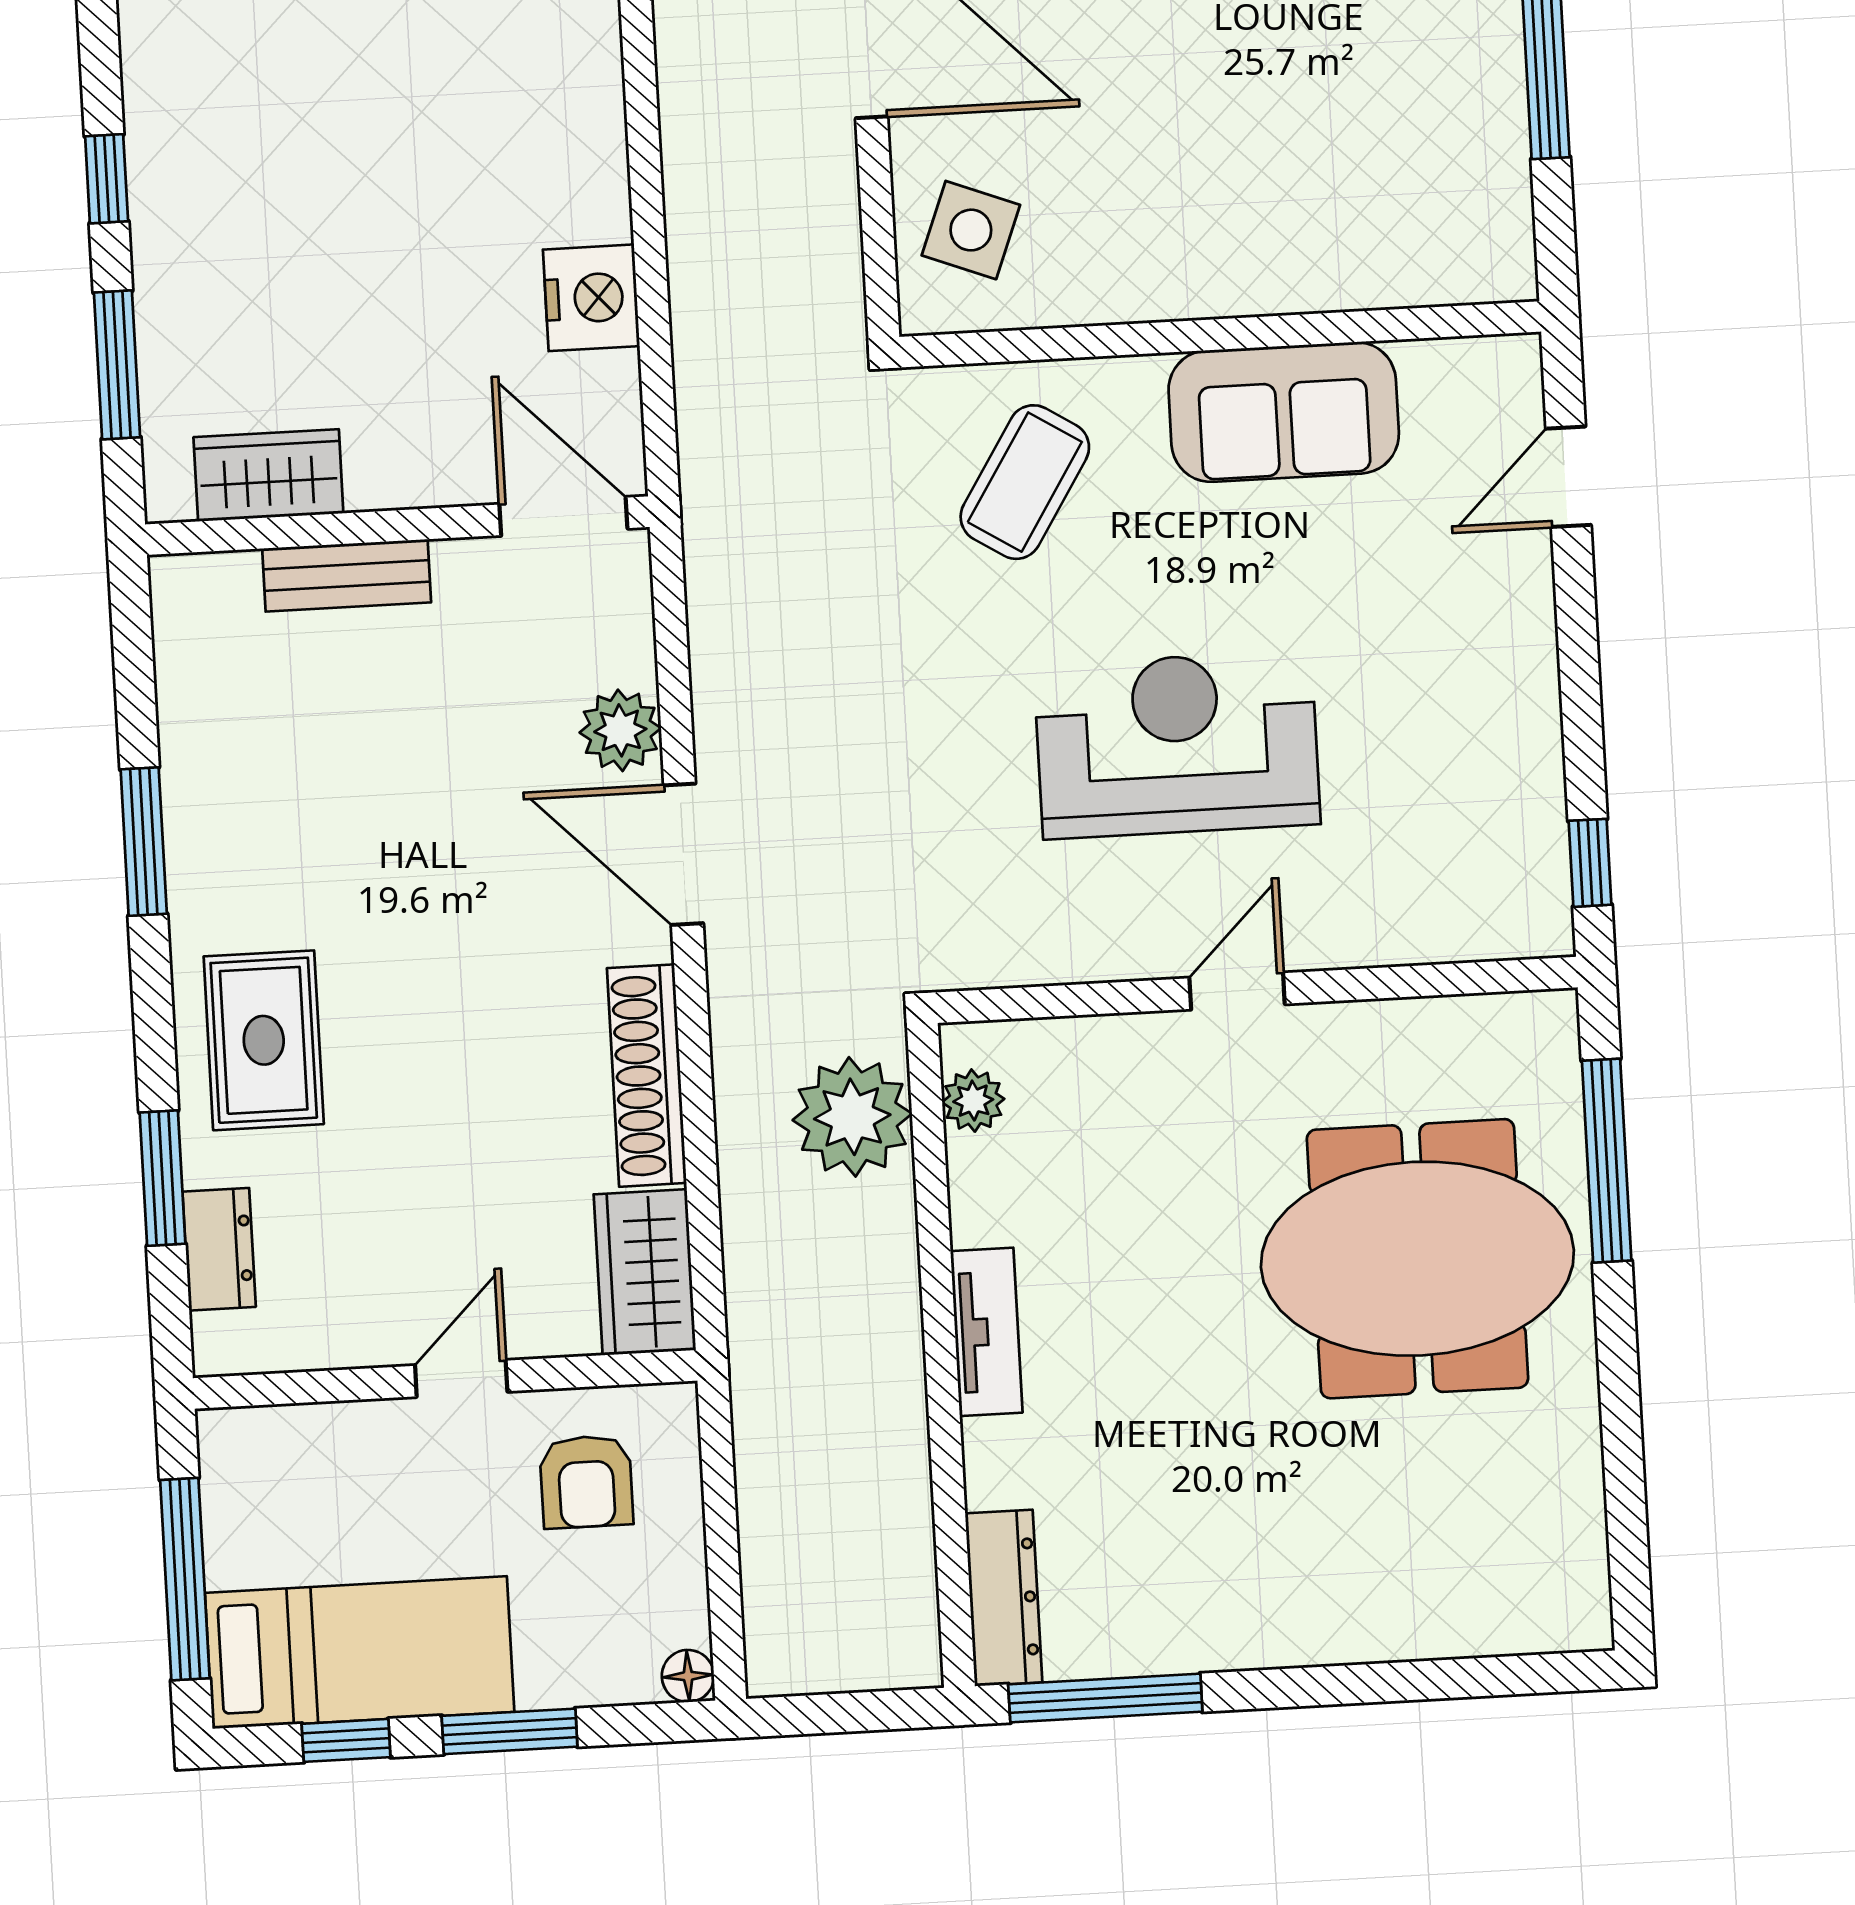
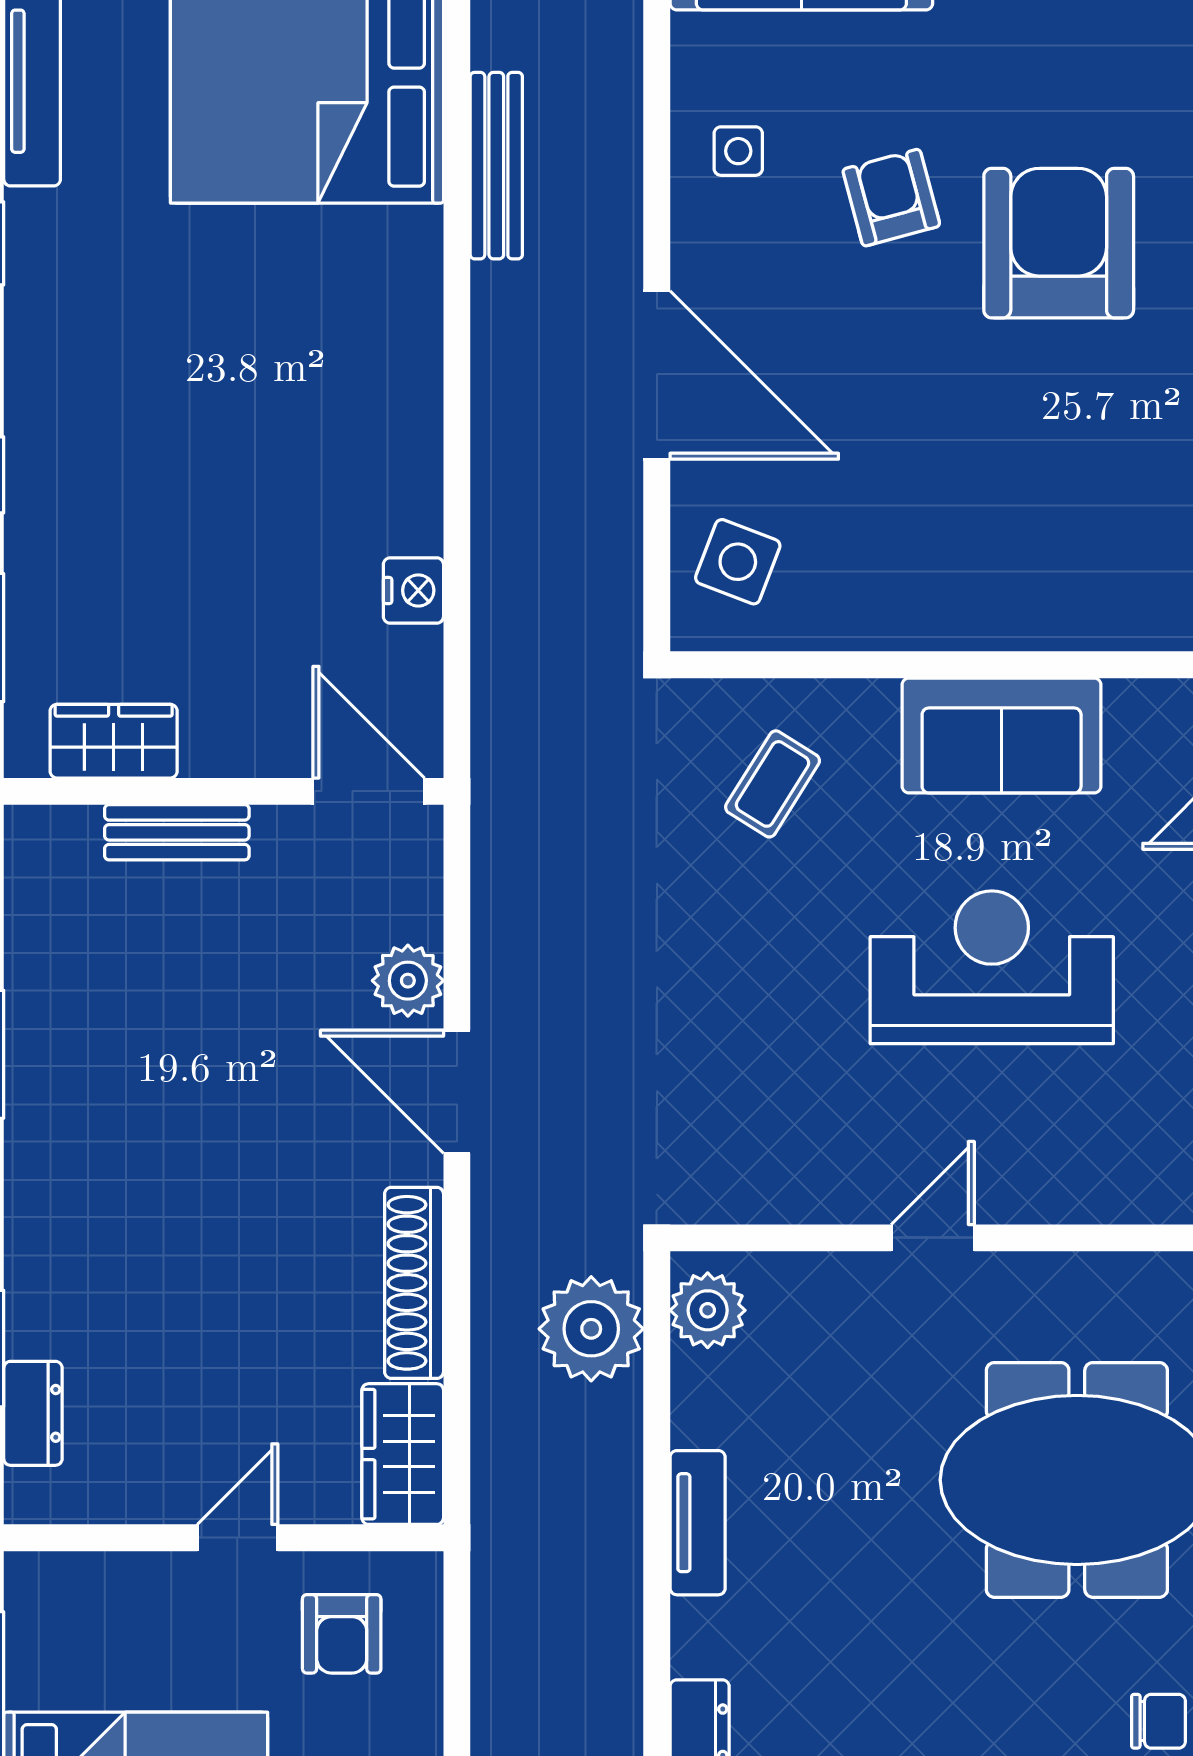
nightstand: (591, 298) -> (413, 590), width x0.74, depth x0.75
coffee table: (1025, 482) -> (773, 784), width x0.73, depth x0.77
reception desk: (1177, 745) -> (992, 967), moved
rug: (264, 1040) -> (82, 1233), removed
plant: (973, 1101) -> (708, 1310), width x1.38, depth x1.38
chair: (1526, 1529) -> (1158, 1721), added

